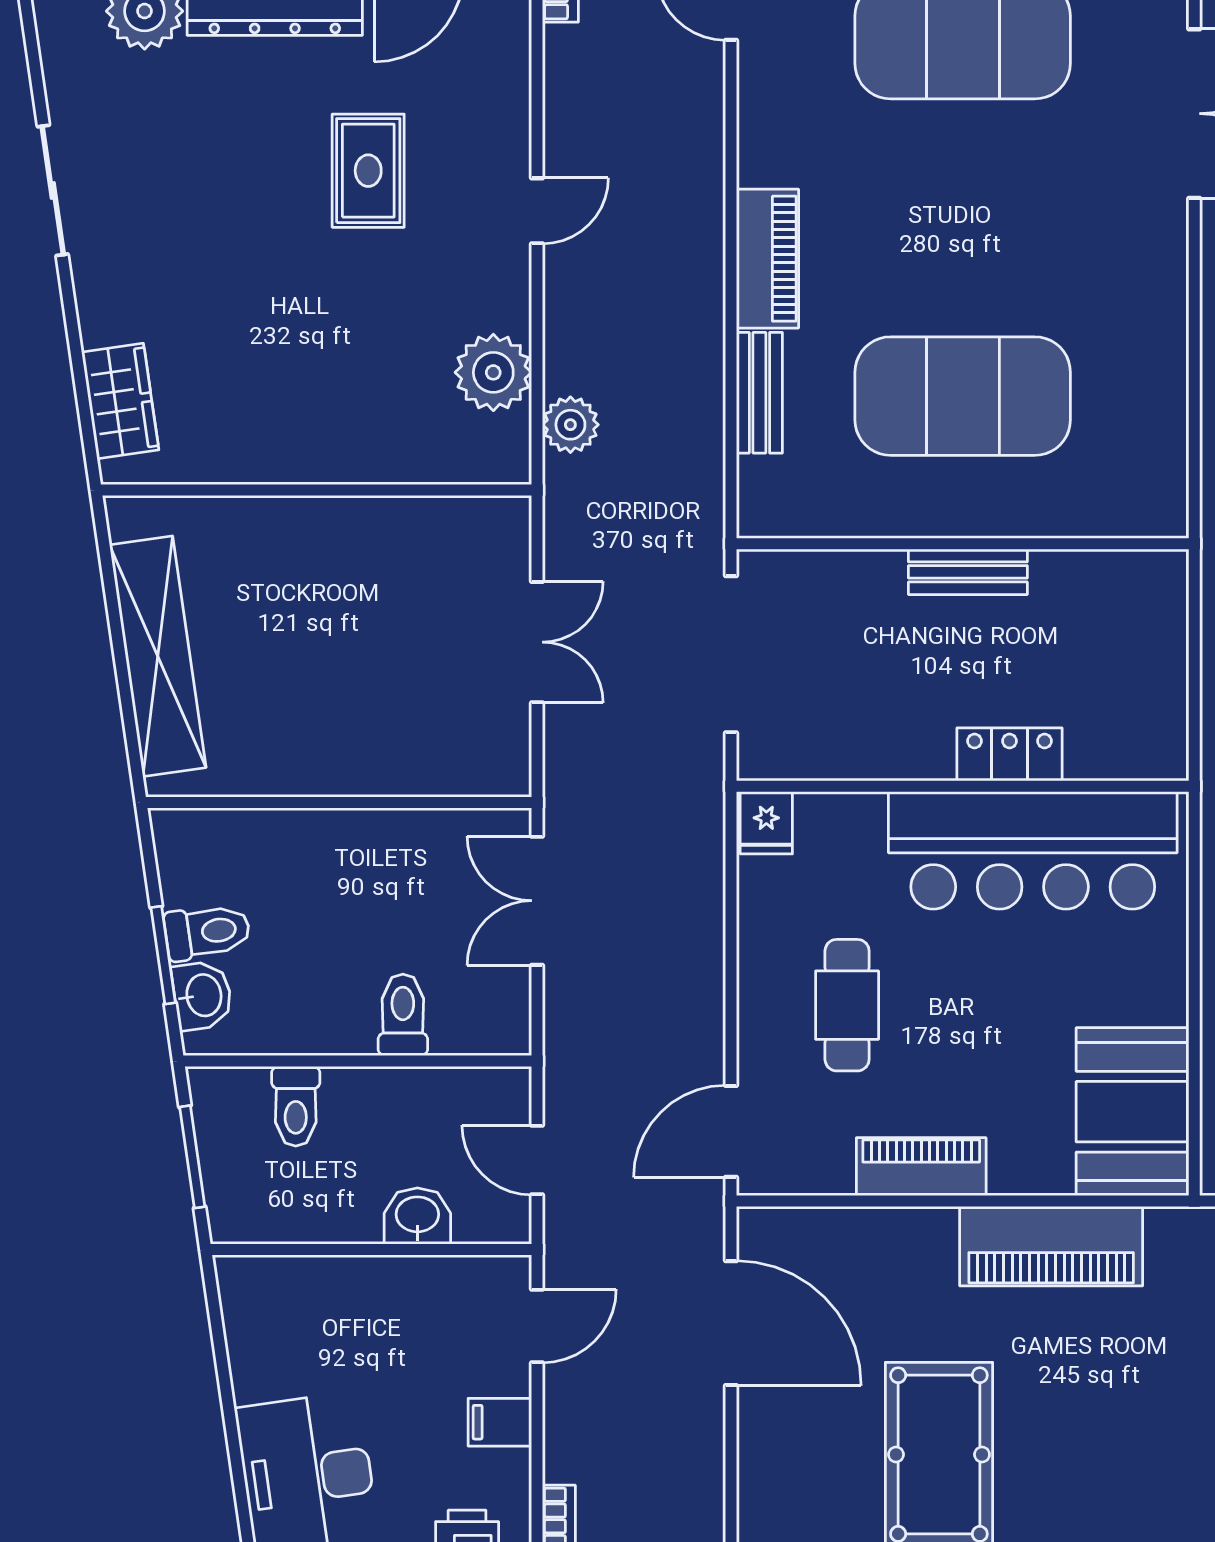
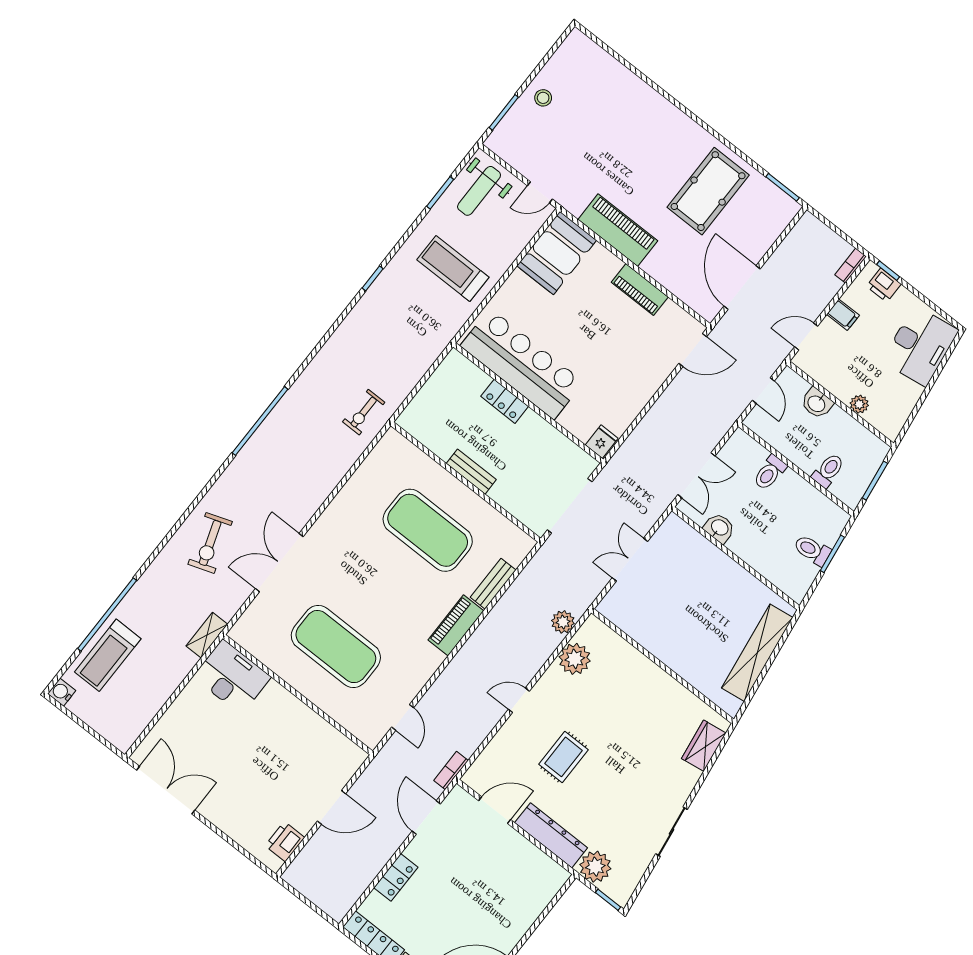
washbasin: (202, 995) -> (719, 528), moved, turned 98
cafe table: (847, 1005) -> (622, 361), removed
plant: (336, 1278) -> (859, 404), added

